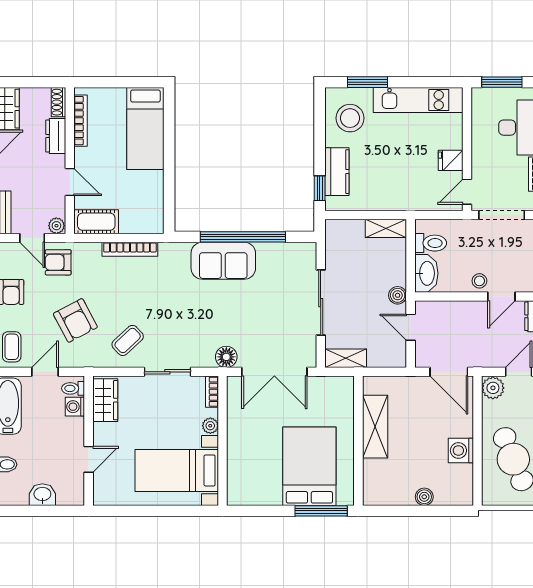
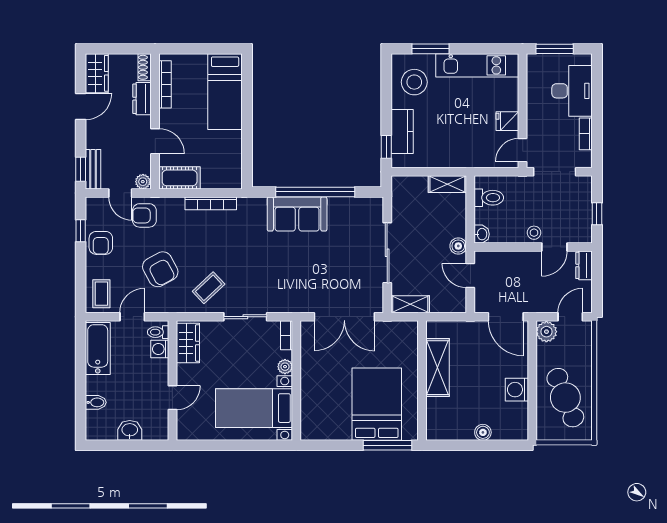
washbasin: (426, 273) -> (482, 234), width x0.52, depth x0.69
floor lamp: (226, 357) -> (300, 303), removed

